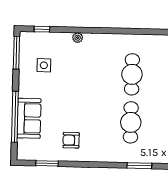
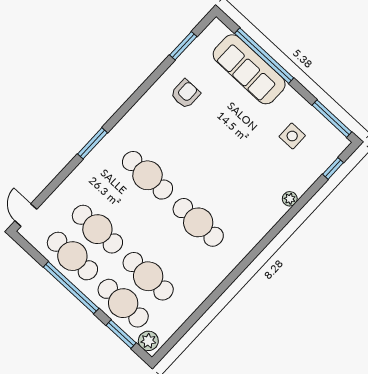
sofa: (29, 118) -> (249, 69), width x1.36

